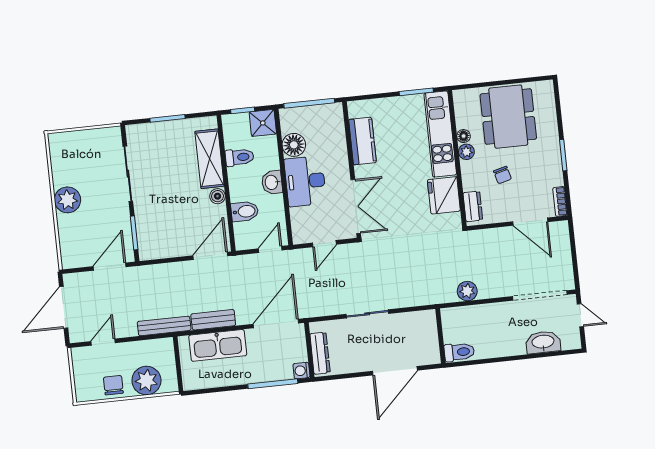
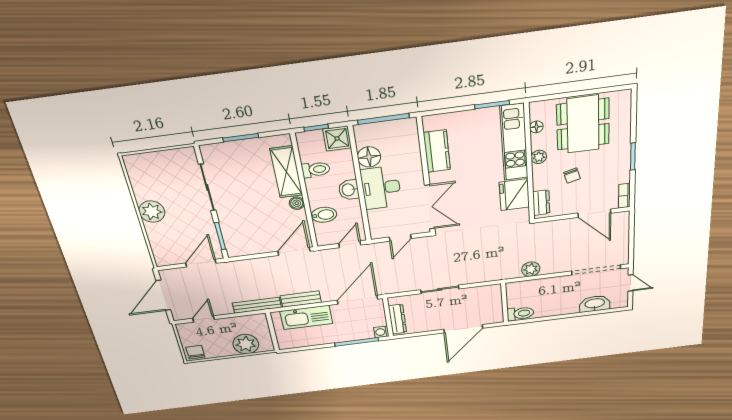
floor lamp: (464, 136) -> (536, 127), moved
chair: (113, 385) -> (195, 352), moved

